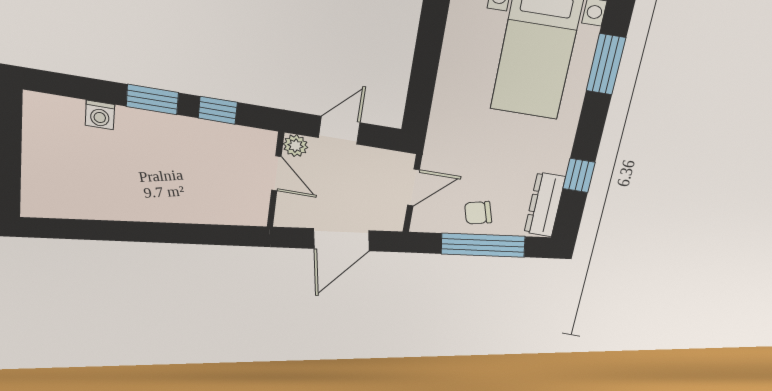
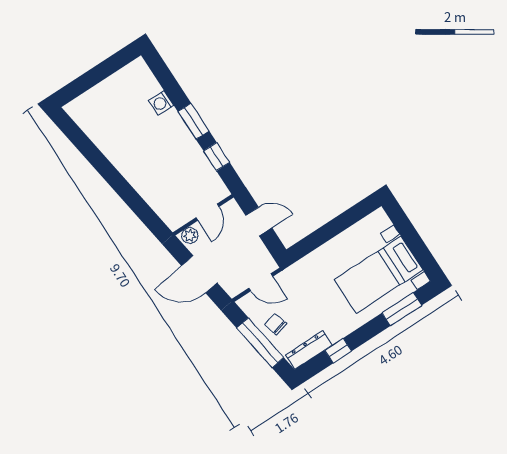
plant: (295, 146) -> (190, 236), moved

